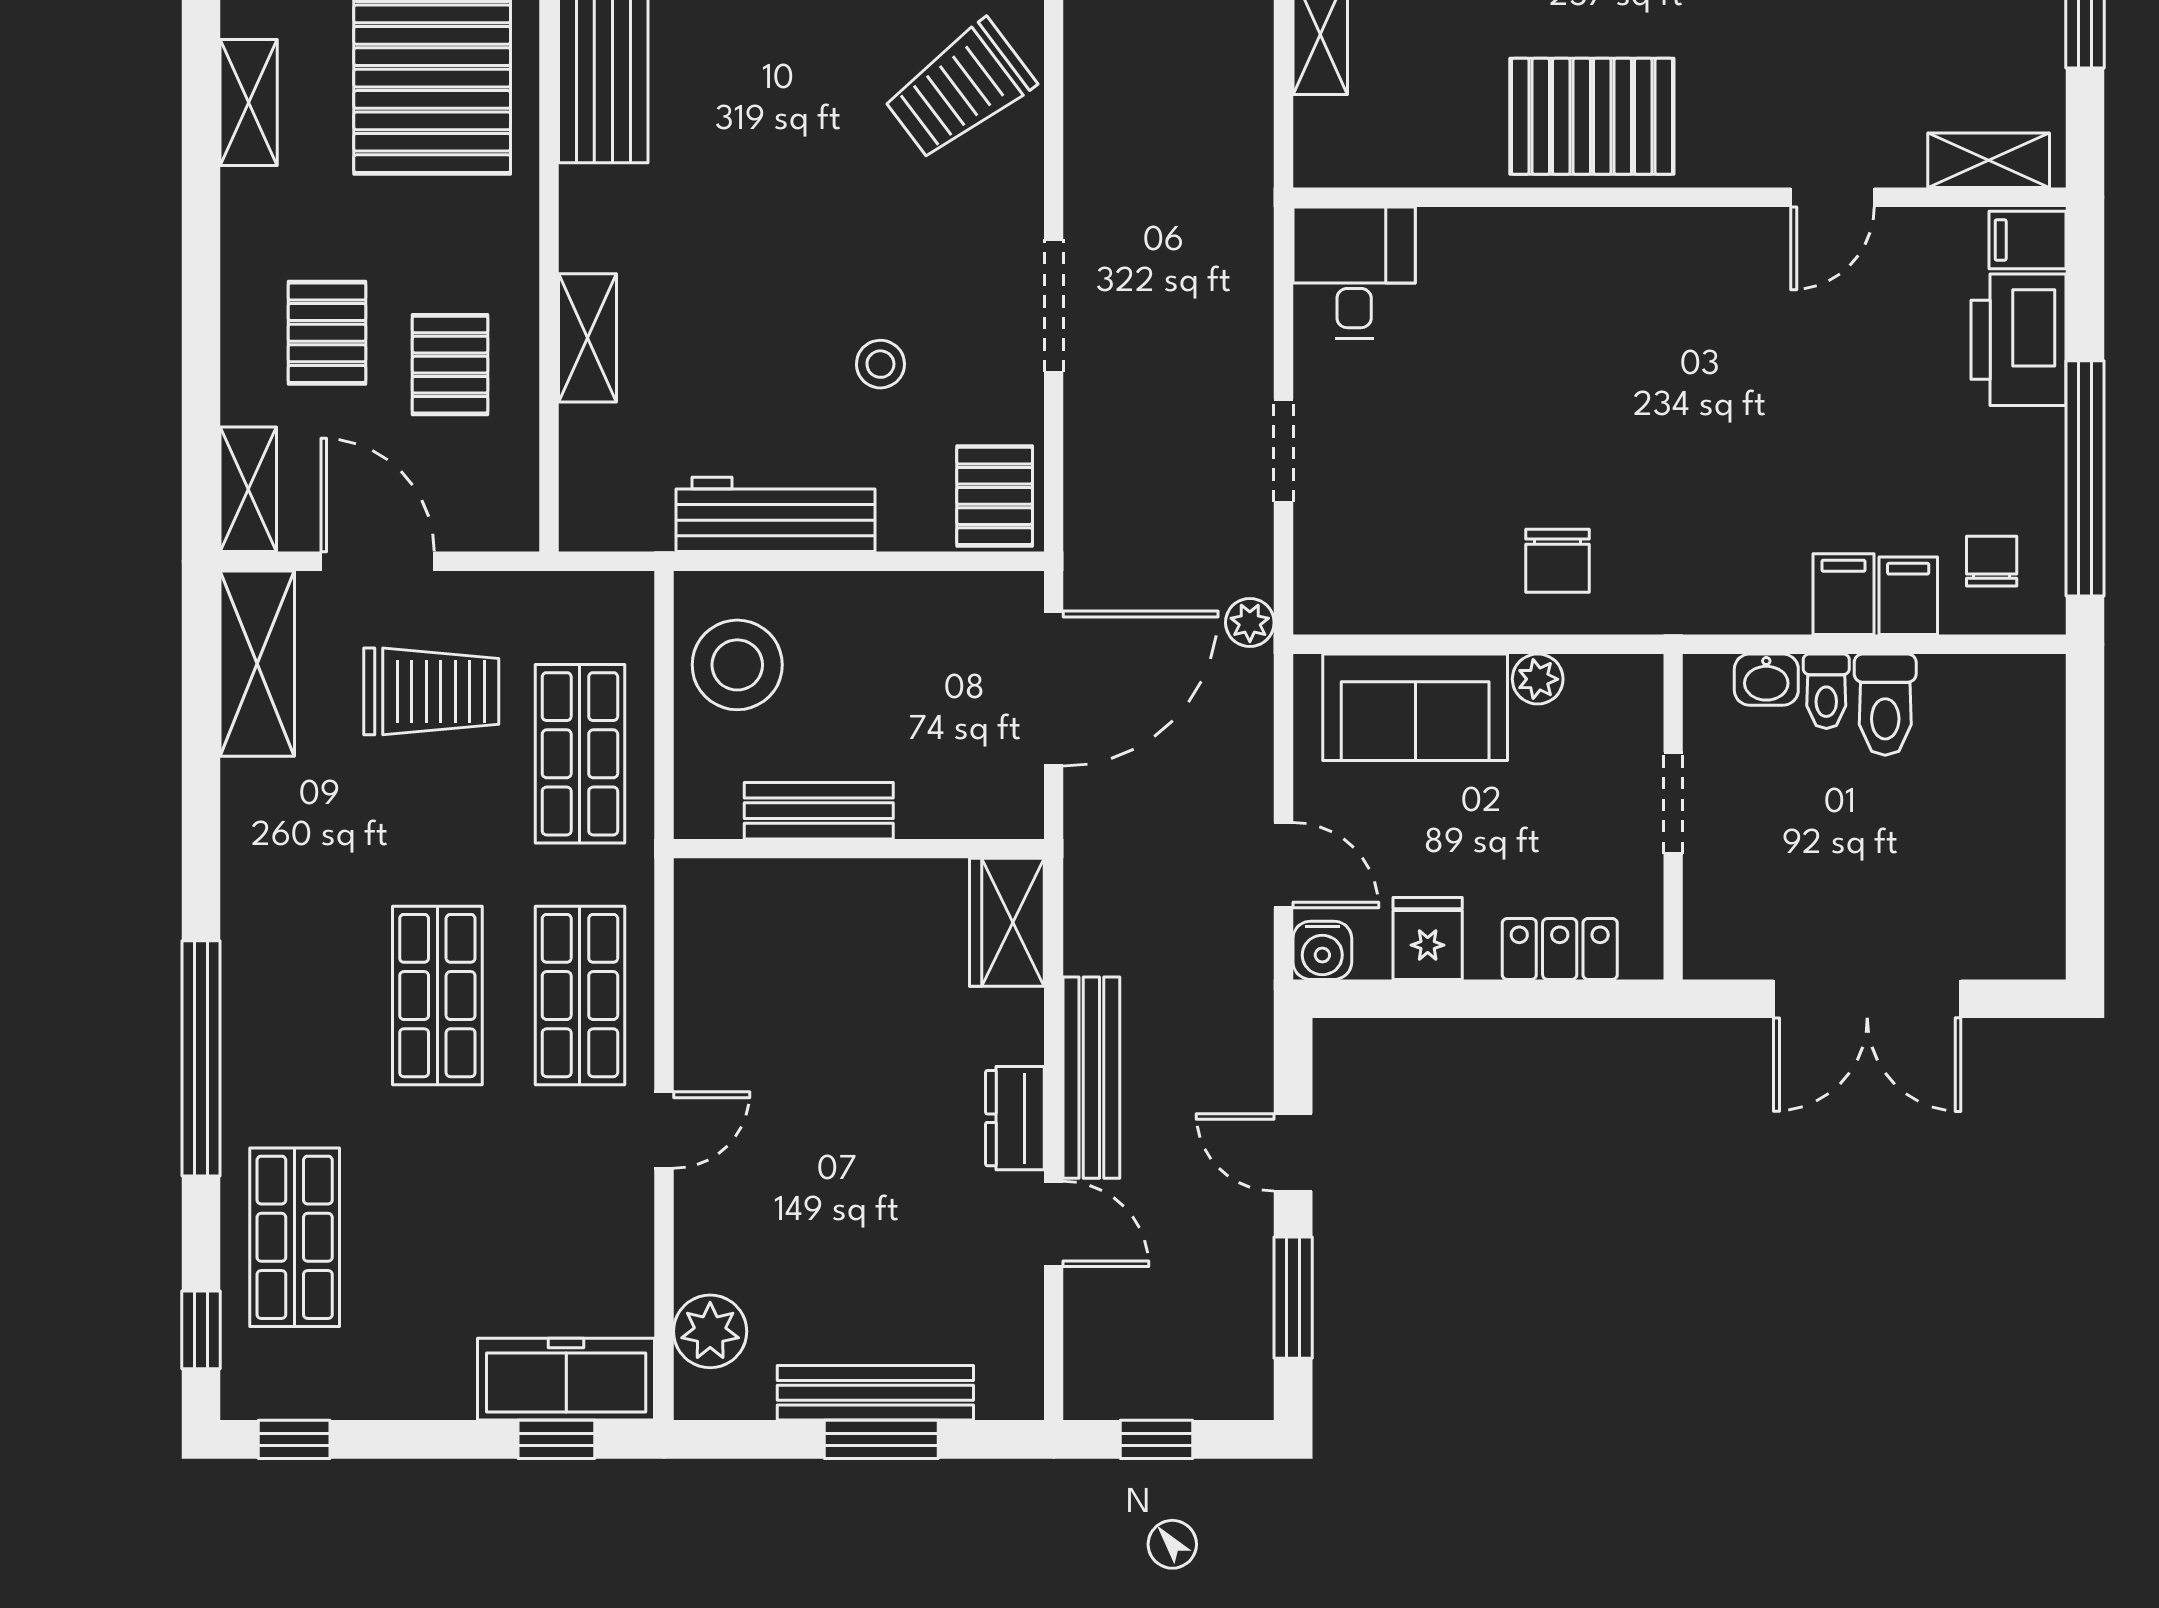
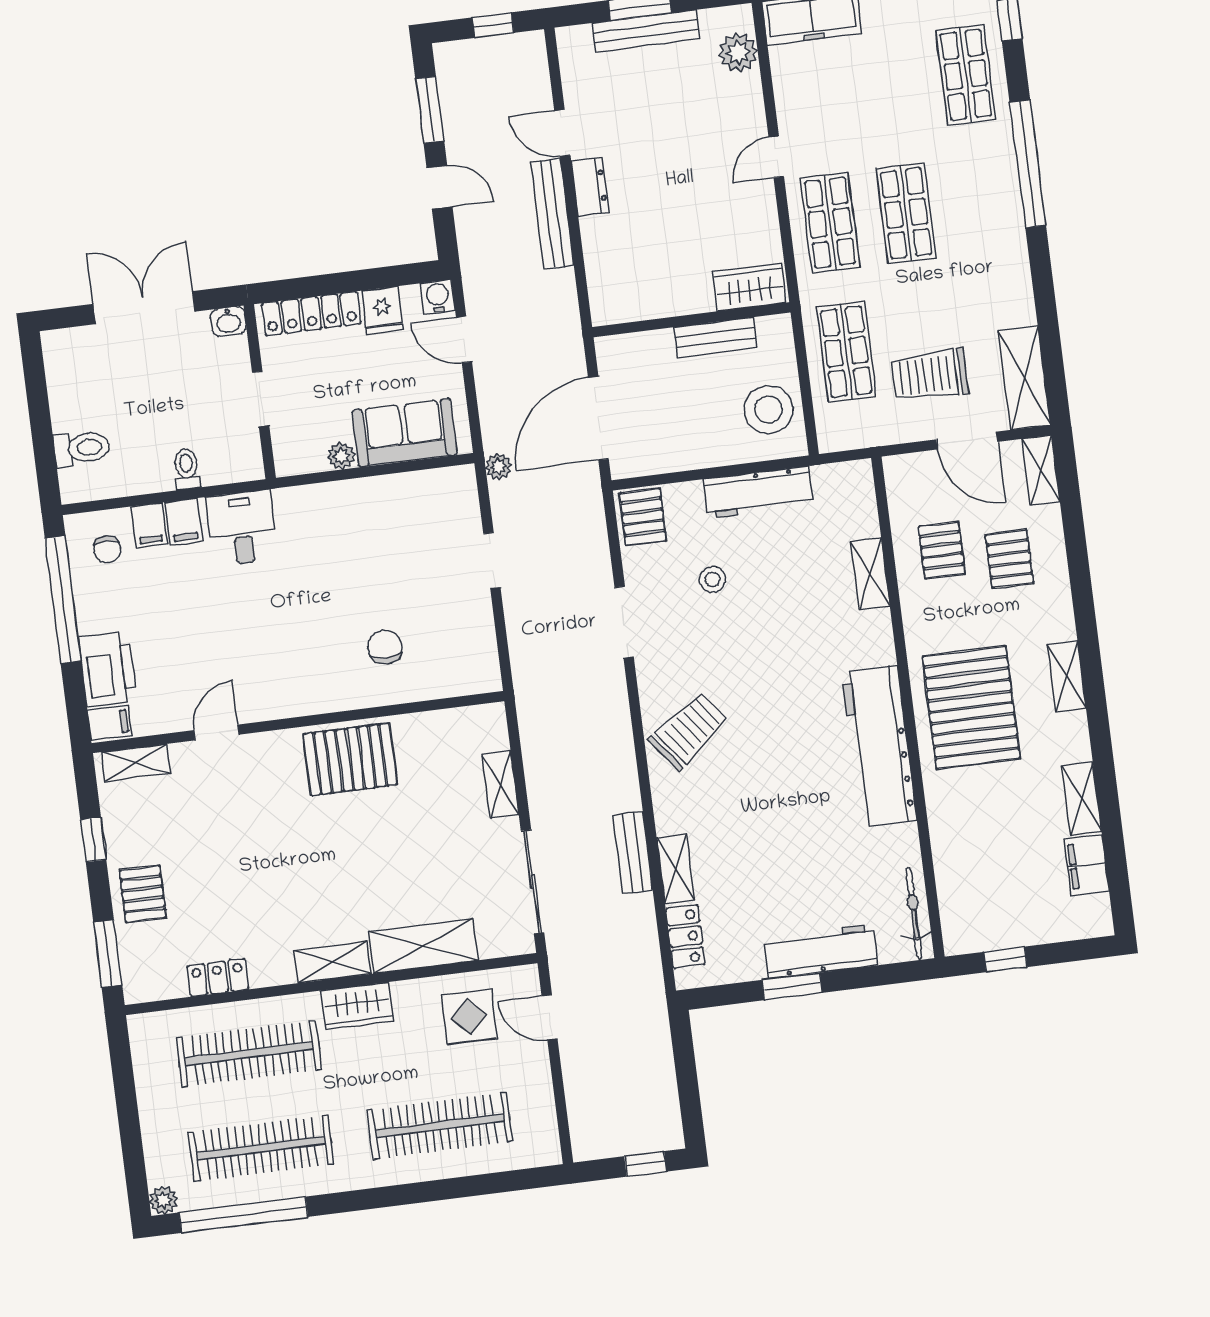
desk: (1354, 273) -> (242, 528), moved, turned 180
chair: (1558, 561) -> (385, 647), moved
washbasin: (1766, 680) -> (228, 321), moved, turned 180
toilet: (1885, 705) -> (82, 448), moved, turned 90
wardrobe: (1007, 922) -> (749, 287), moved, turned -90
locker: (1560, 949) -> (311, 314), width x1.53

